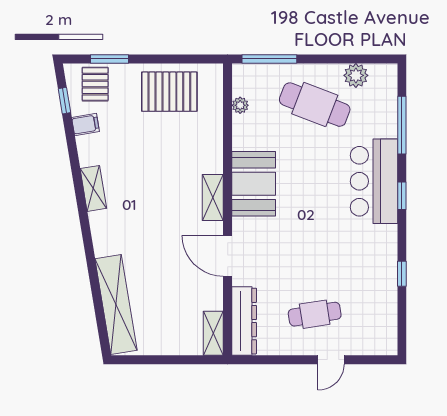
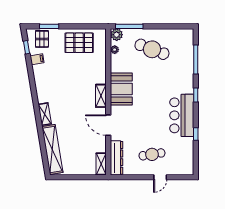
plant: (356, 75) -> (117, 35), moved
bar counter: (374, 181) -> (182, 115), moved
shelving: (93, 188) -> (45, 114), moved

